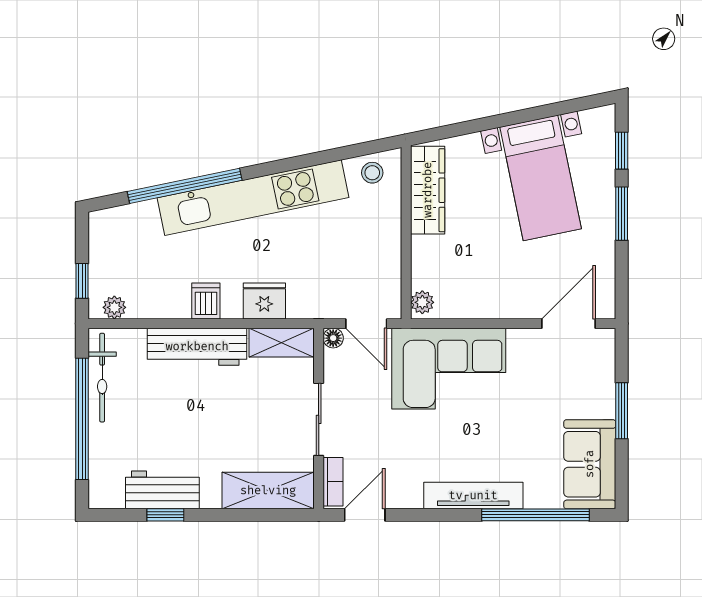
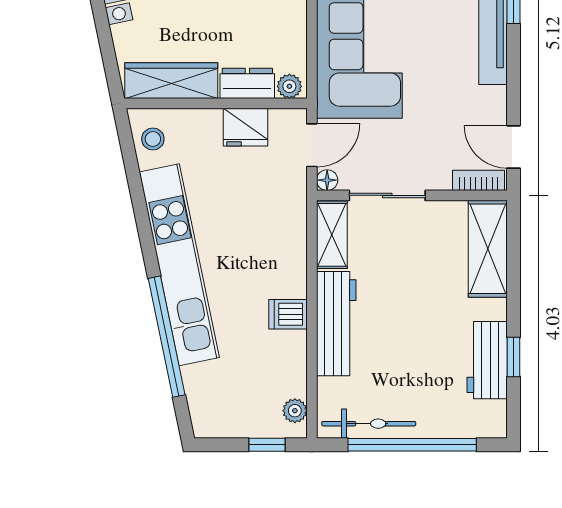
dresser: (425, 262) -> (247, 83), added
fridge: (264, 301) -> (245, 127), moved, turned -90
sliding door: (319, 419) -> (387, 195), moved

